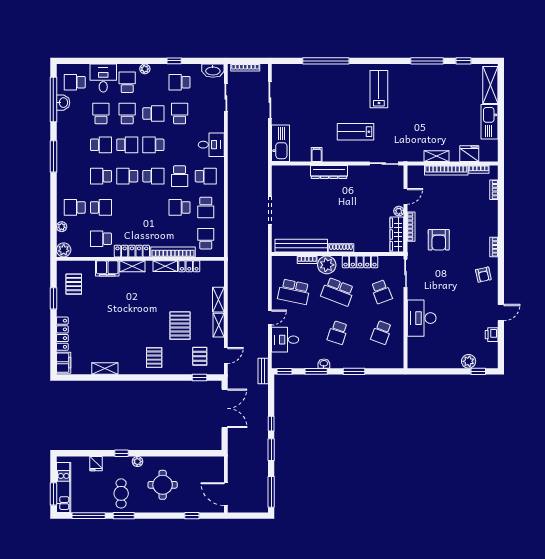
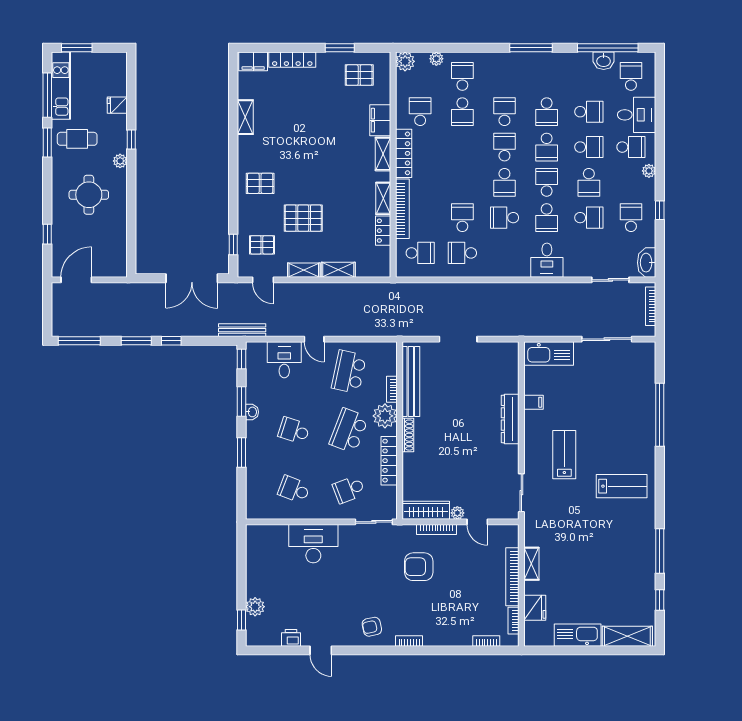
school desk: (206, 176) -> (547, 218), moved
bench: (263, 371) -> (242, 330), width x1.36
kitchen unit: (64, 488) -> (61, 86), moved, turned -90

